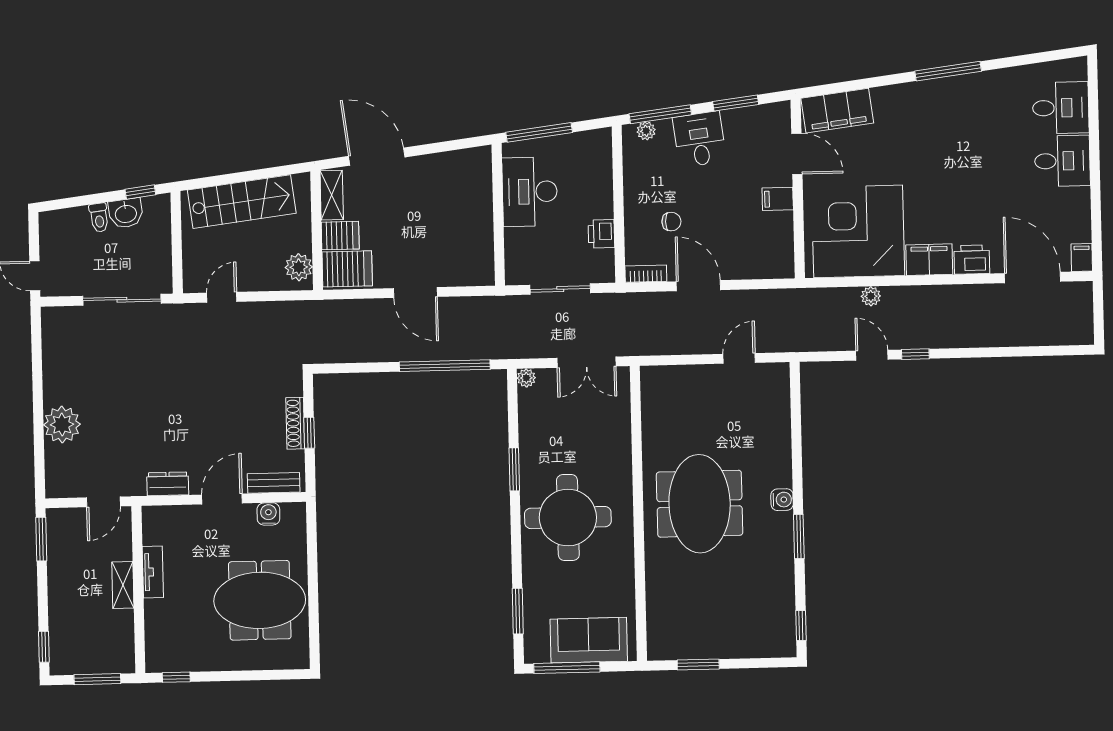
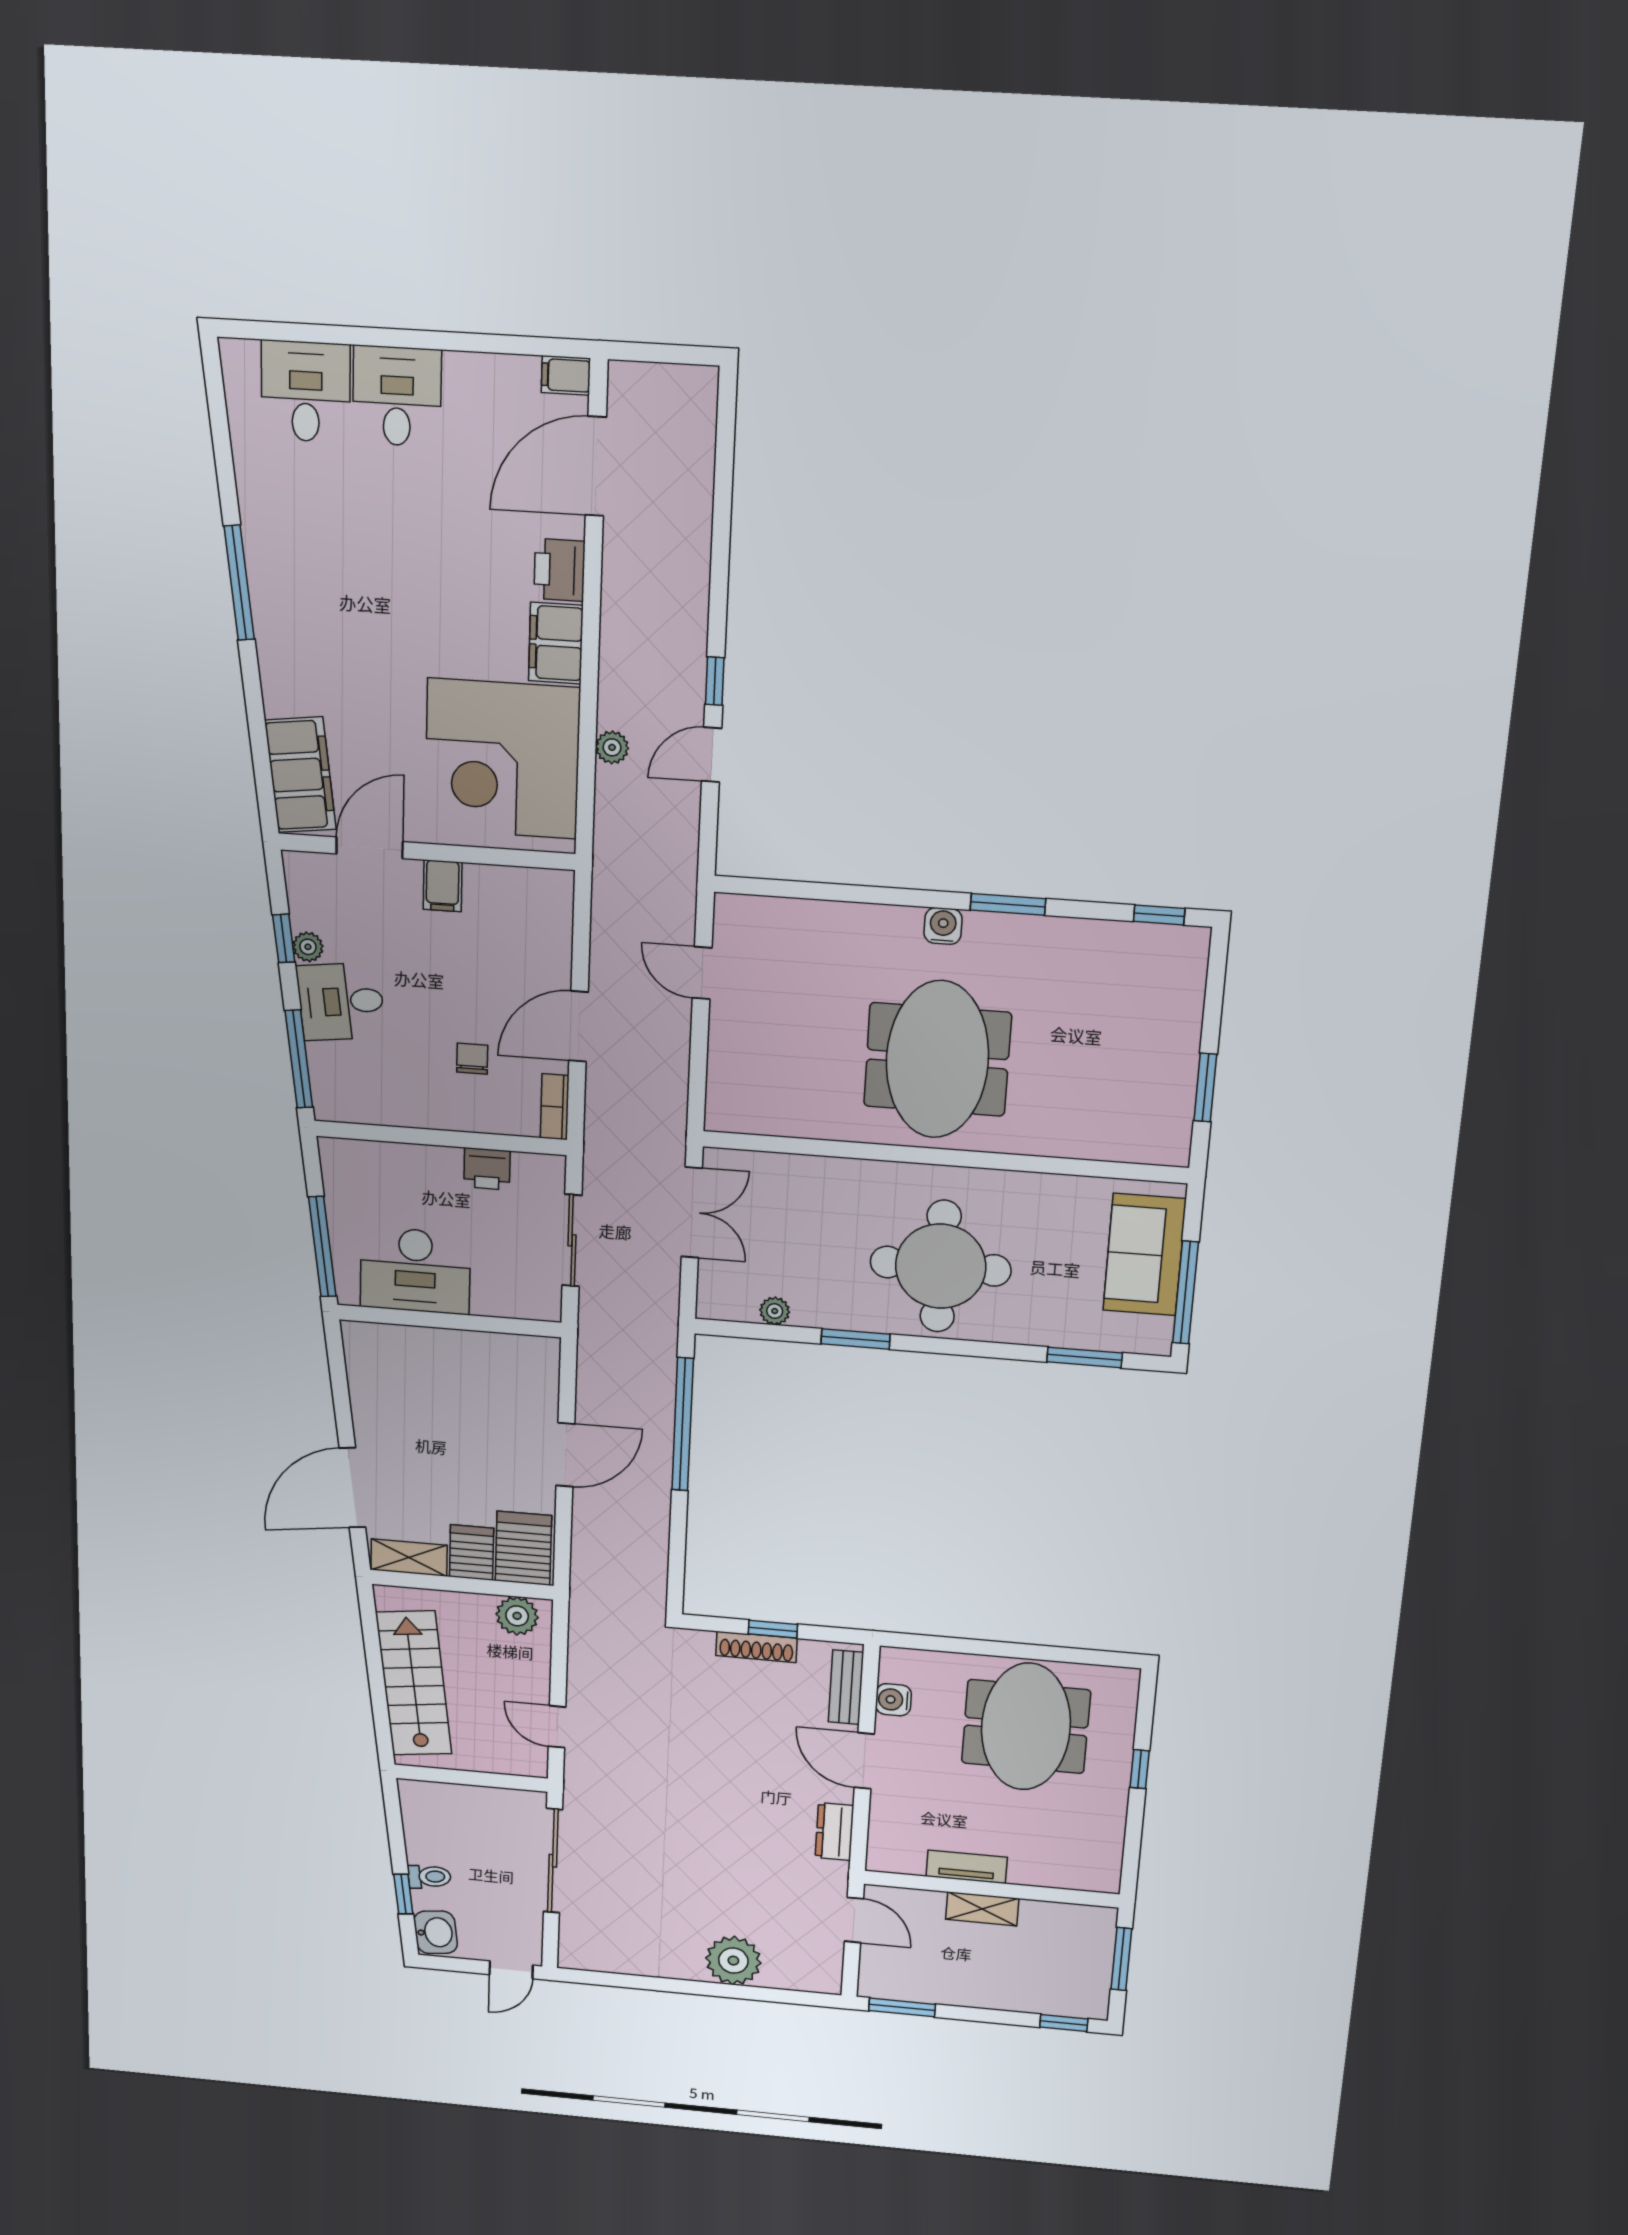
window: (736, 103) -> (284, 938), width x0.67
plant: (646, 131) -> (308, 947), moved
window: (140, 192) -> (403, 1894), moved
washbasin: (126, 213) -> (436, 1932), moved
plant: (526, 378) -> (775, 1311), moved
meeting table: (700, 504) -> (937, 1059), turned 90
window: (176, 677) -> (1140, 1769), moved

